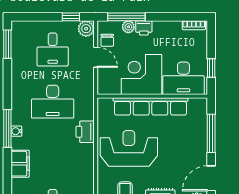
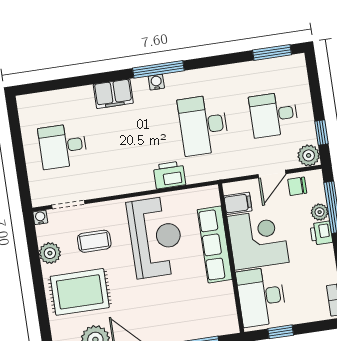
filing cabinet: (113, 85) -> (238, 203), added
row of seats: (151, 106) -> (215, 244), width x0.73

